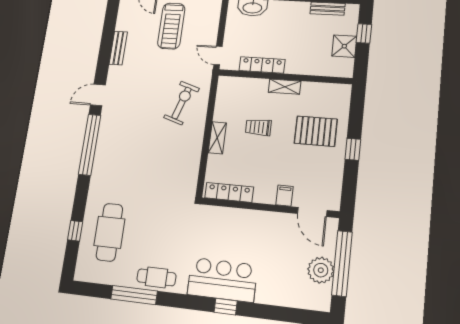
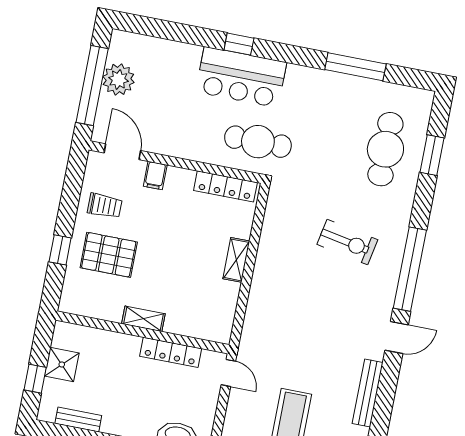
bench: (118, 48) -> (368, 393), width x1.36
exercise bike: (181, 103) -> (347, 242), moved, turned -97
trolley: (258, 127) -> (105, 206), moved
window: (353, 149) -> (60, 250), moved
window: (75, 231) -> (432, 155), width x1.50
cafe table: (156, 277) -> (258, 142), moved, width x1.37, depth x1.35

